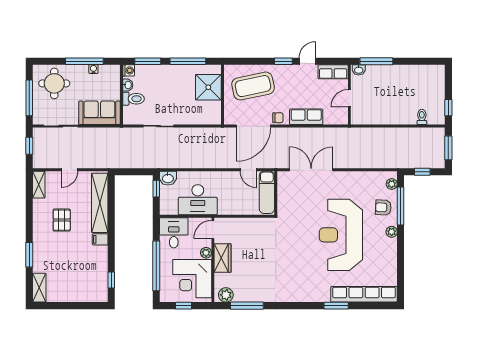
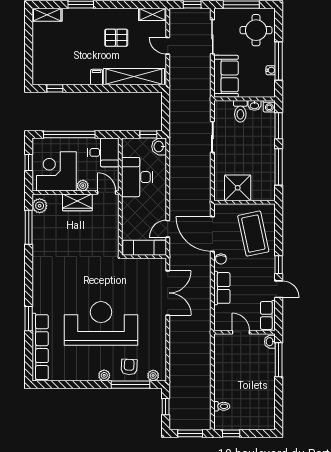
shower: (208, 87) -> (238, 188), moved

